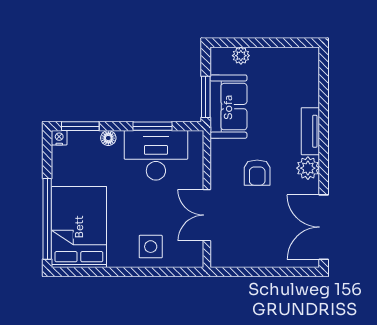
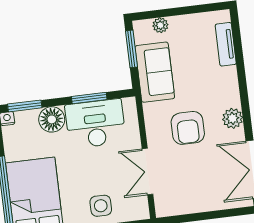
window: (206, 97) -> (131, 49), moved
tv unit: (310, 131) -> (226, 44), moved
floor lamp: (108, 138) -> (52, 119), width x1.89, depth x1.89
armchair: (257, 173) -> (188, 128), width x1.38, depth x1.38

